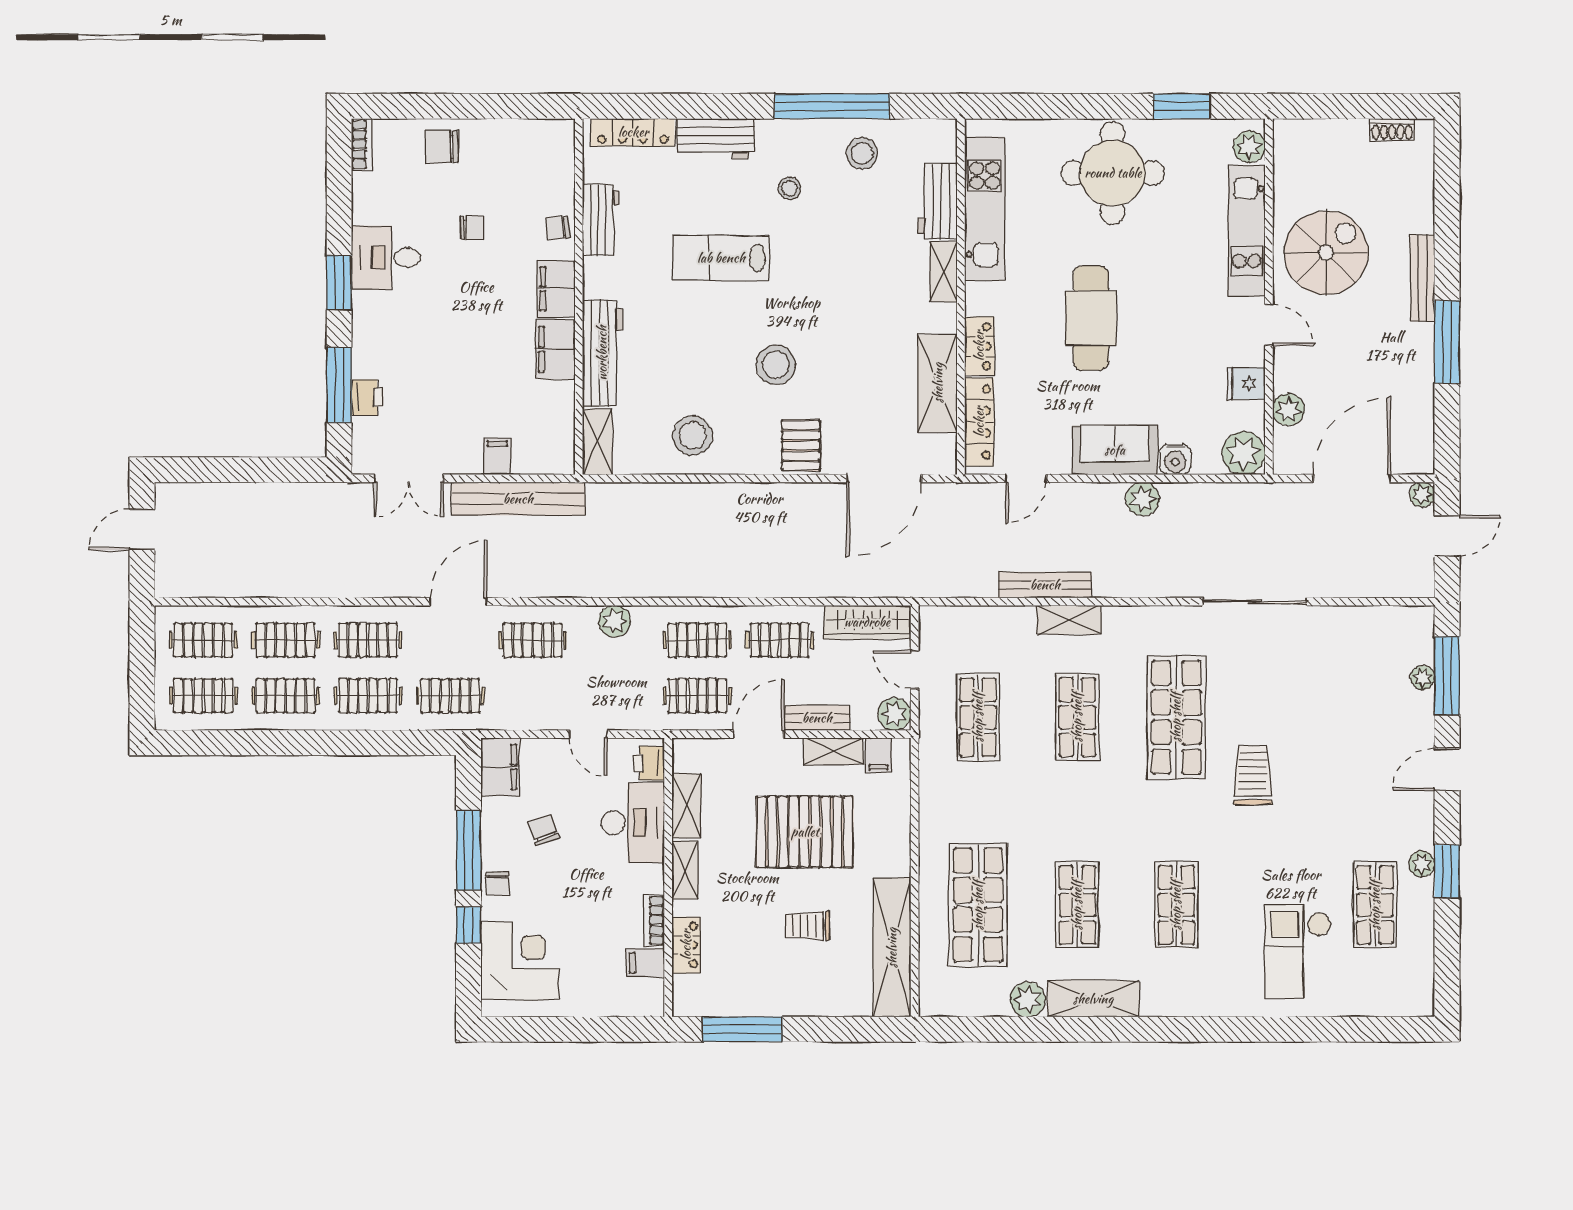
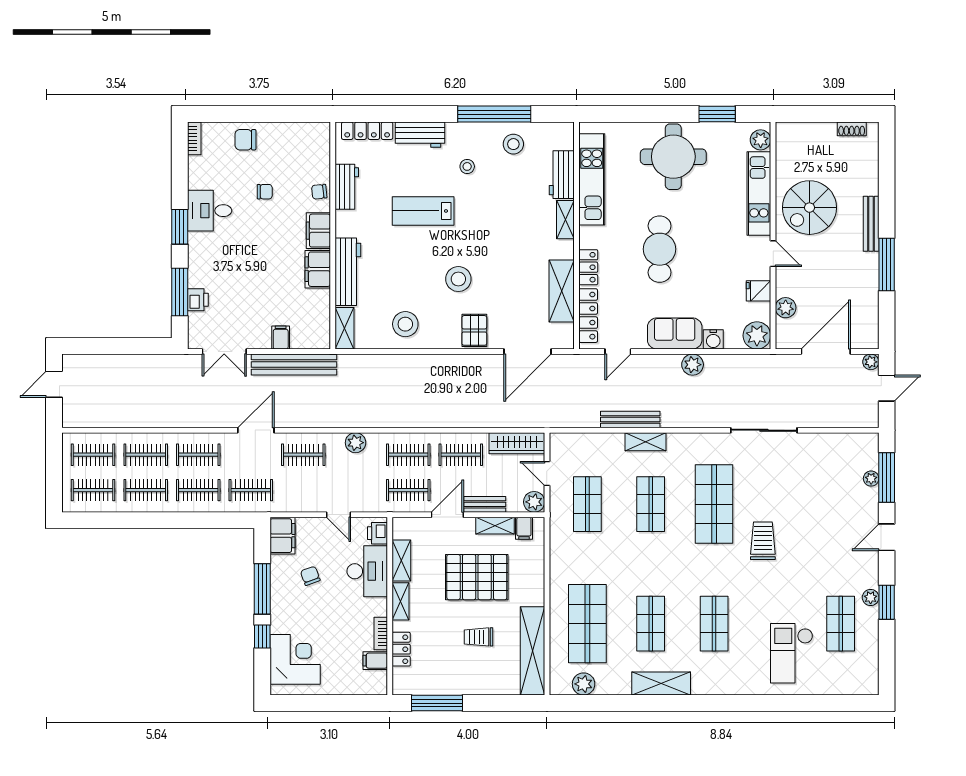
spiral stairs: (1326, 253) -> (809, 208), turned 180
chair: (498, 883) -> (281, 610), removed
plant: (1028, 999) -> (584, 684), moved

